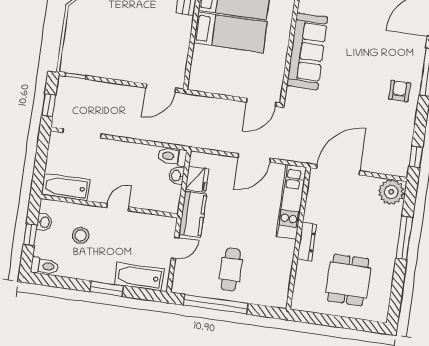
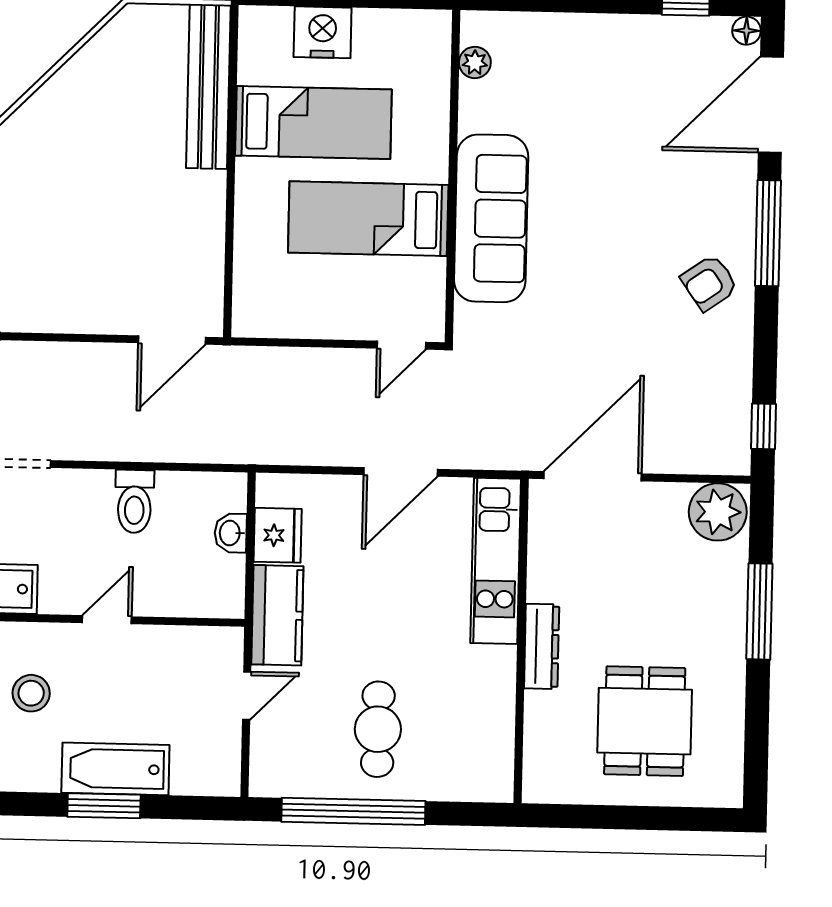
bed: (230, 32) -> (368, 219), moved, turned 180
armchair: (400, 91) -> (709, 283), turned -125
door: (261, 102) -> (401, 345), width x0.73
toilet: (172, 156) -> (134, 501), moved, turned -90
bathtub: (139, 277) -> (115, 769), moved

